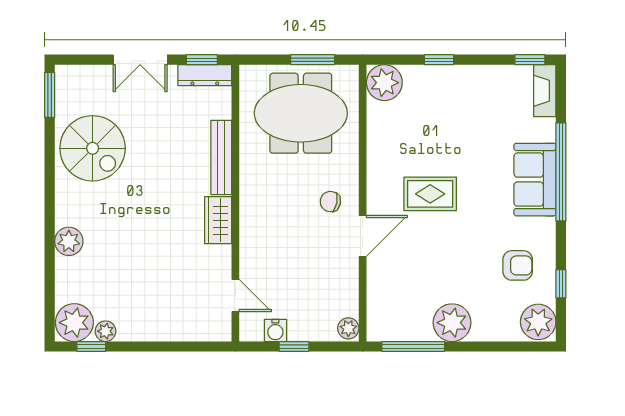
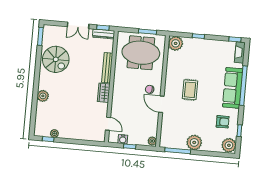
sofa: (535, 180) -> (233, 88), width x1.36
rug: (430, 194) -> (190, 90), turned 90
door: (363, 236) -> (161, 104), swing flipped
plant: (74, 323) -> (42, 129), removed

